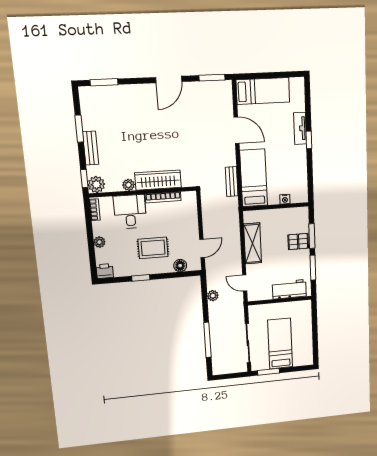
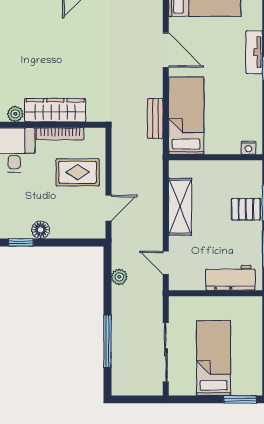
nightstand: (285, 199) -> (248, 148), moved
rug: (153, 248) -> (78, 172), moved
floor lamp: (180, 266) -> (41, 230), moved
window: (268, 372) -> (240, 399), moved

